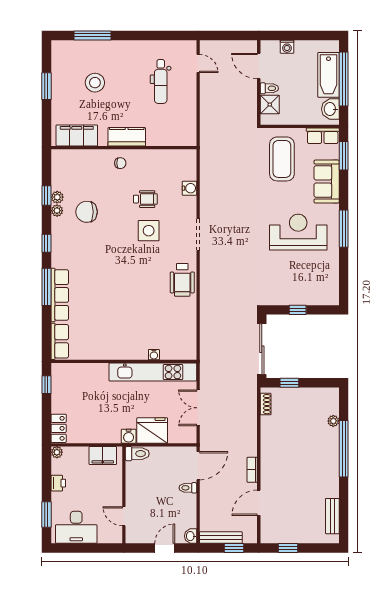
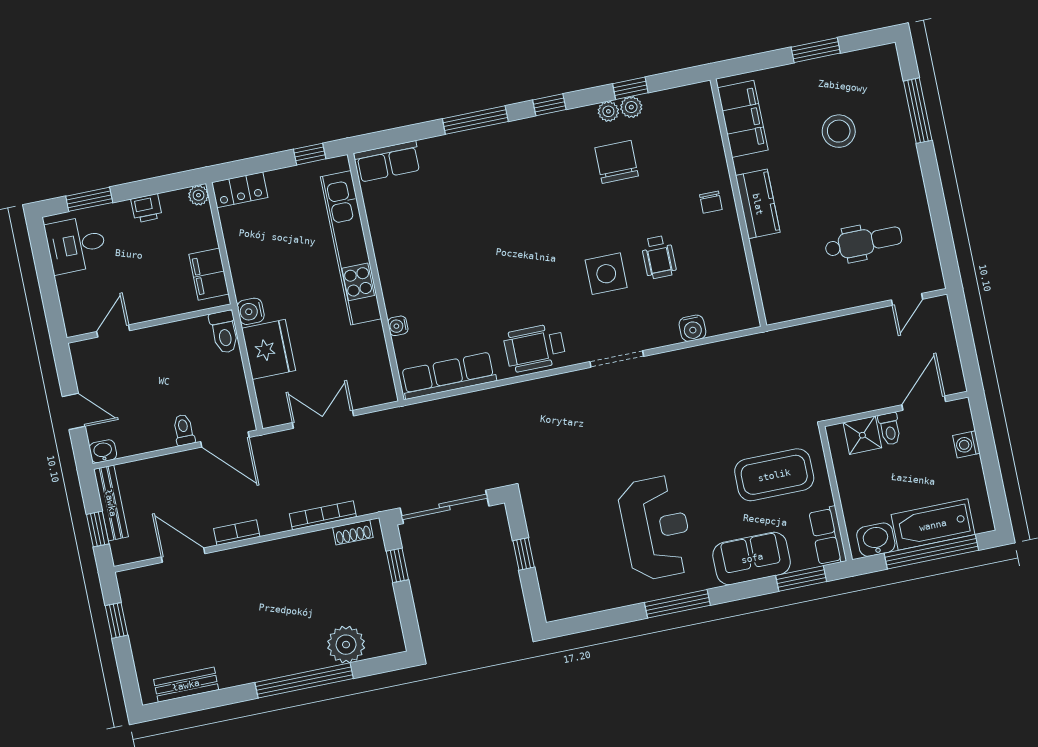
dental chair: (161, 81) -> (863, 242), turned 180
row of seats: (60, 295) -> (448, 376), moved, turned 180
kitchen unit: (153, 372) -> (351, 248), moved
bookcase: (252, 419) -> (323, 515), added
plant: (333, 421) -> (346, 645), width x1.87, depth x1.87
desk: (76, 527) -> (76, 245), width x0.73

